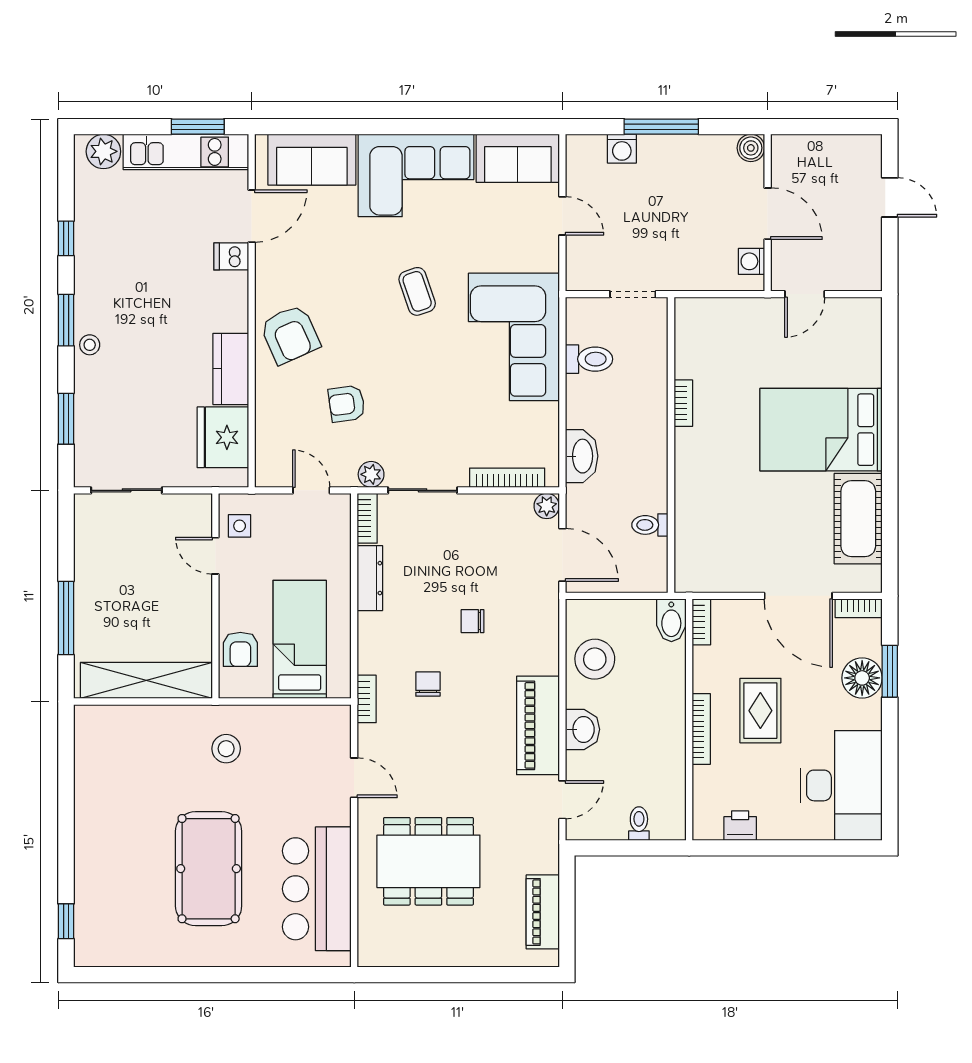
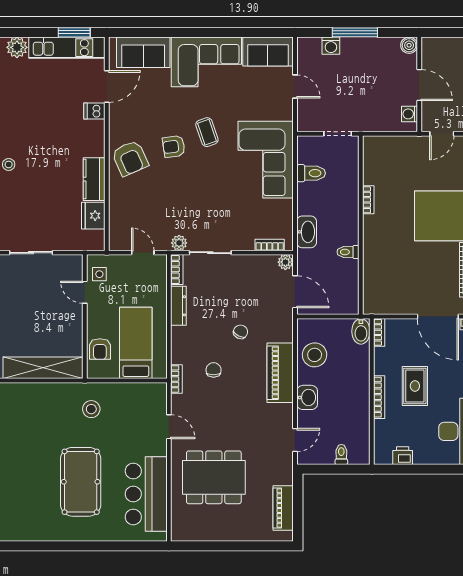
armchair: (347, 404) -> (174, 147), moved
fridge: (223, 437) -> (93, 216), width x0.73, depth x0.75
bookcase: (507, 478) -> (270, 245), width x0.64
toilet: (650, 525) -> (348, 252), moved
chair: (473, 621) -> (241, 332), turned 117
piano: (538, 725) -> (280, 373), moved

